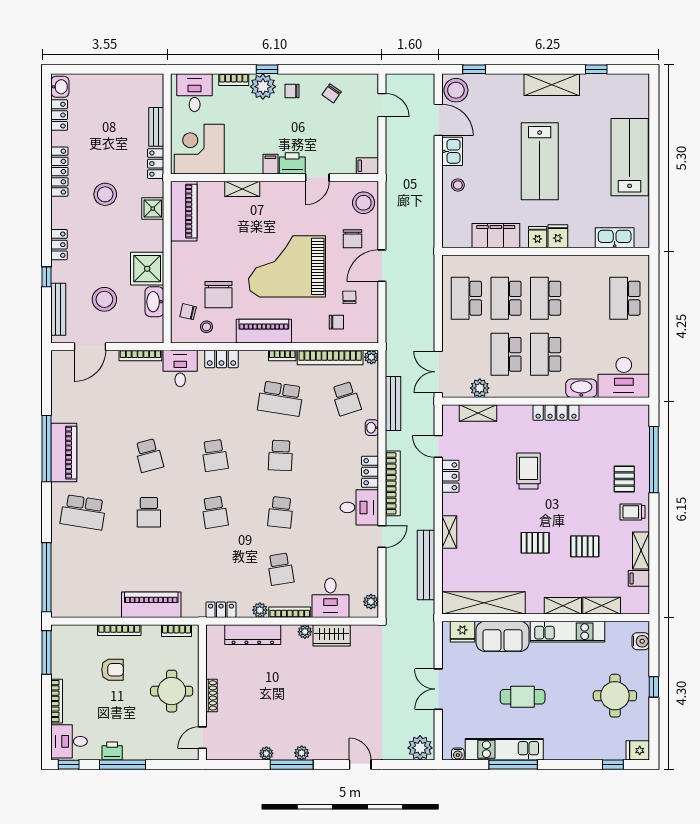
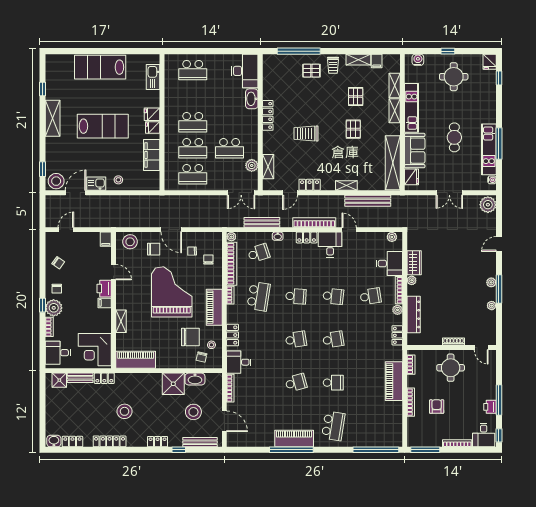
shower: (153, 209) -> (59, 380), moved
grand piano: (287, 266) -> (172, 292), turned 180
school desk: (546, 354) -> (230, 122), removed

